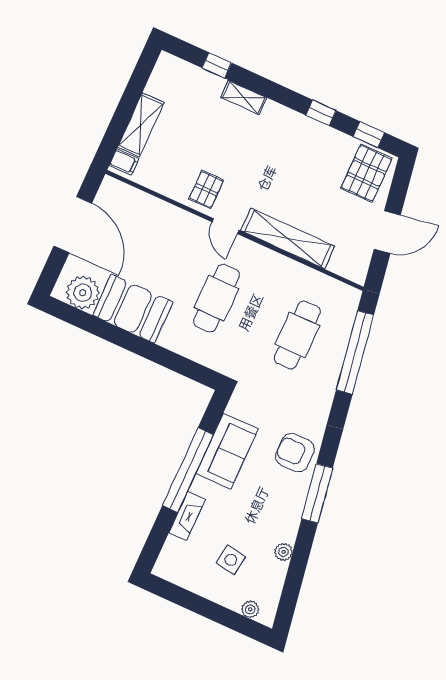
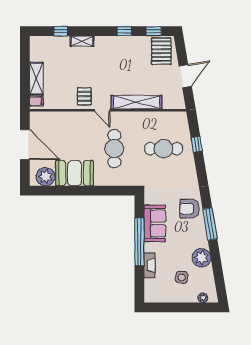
cafe table: (297, 335) -> (164, 149), turned 90
window: (355, 352) -> (197, 144), width x0.32
plant: (283, 552) -> (201, 258), width x1.87, depth x1.87

